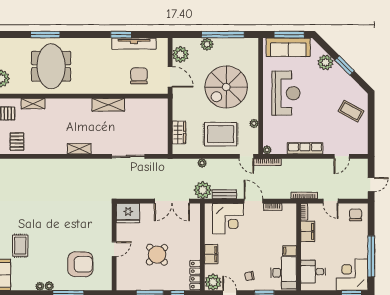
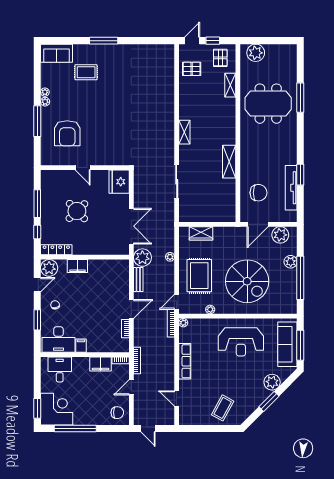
spiral stairs: (226, 87) -> (247, 281), turned 180
double door: (172, 201) -> (131, 226), swing flipped
corner desk: (228, 219) -> (113, 283), removed

